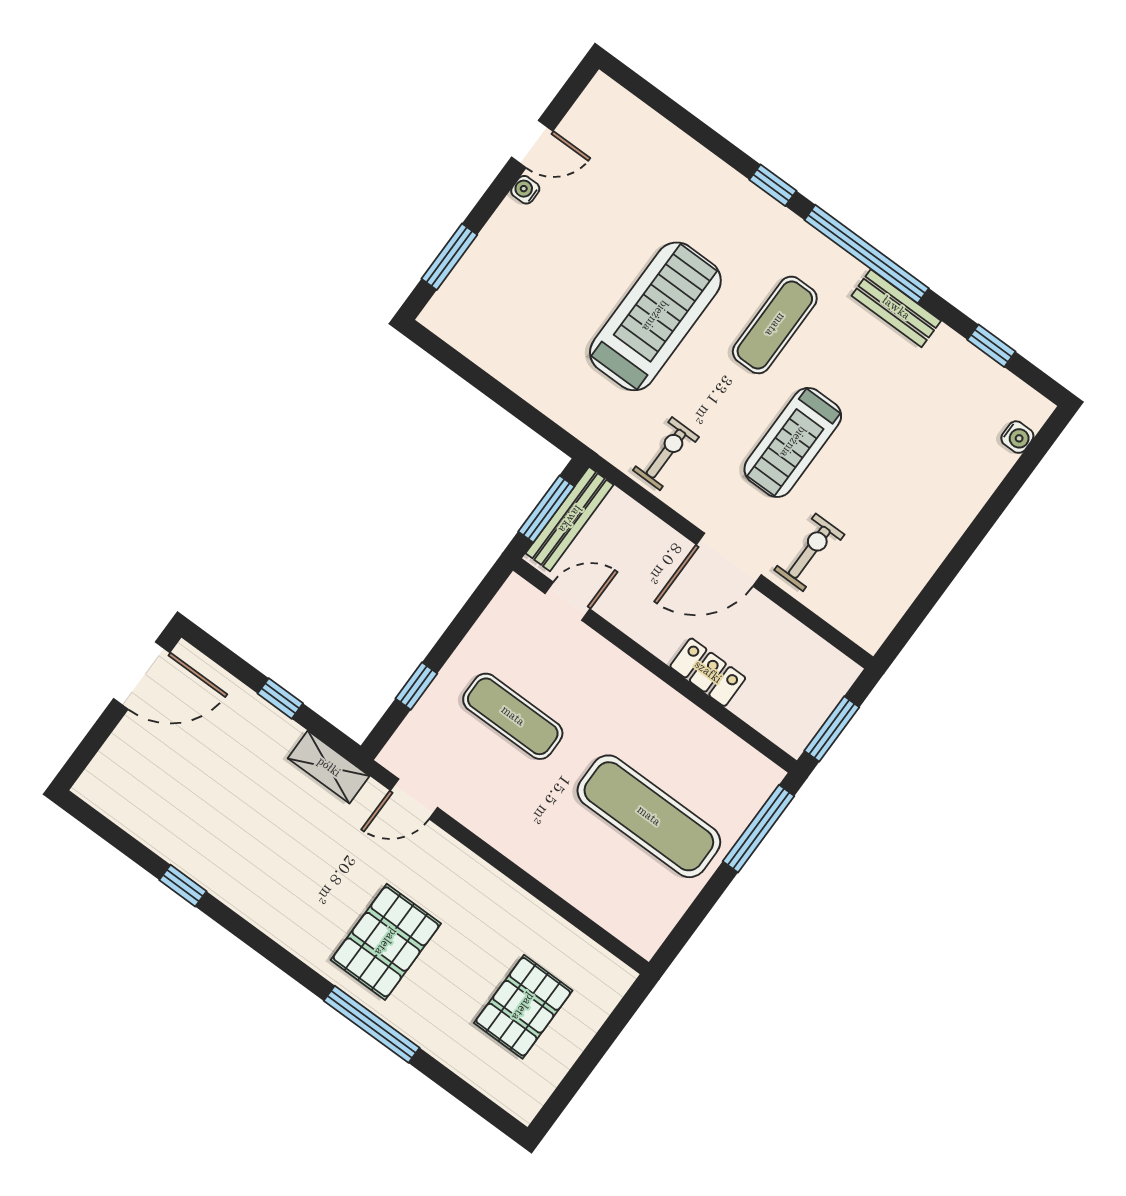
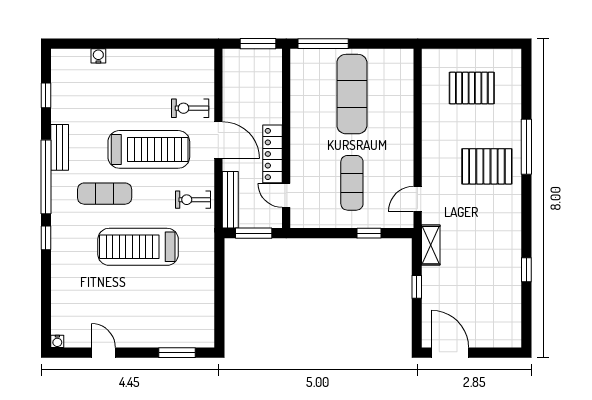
water cooler: (525, 190) -> (57, 341), moved
water cooler: (1017, 437) -> (98, 56), moved
treadmill: (793, 442) -> (149, 149), width x1.37, depth x1.38
bench: (570, 519) -> (230, 200), moved, turned 90
locker: (708, 672) -> (273, 154), moved, width x1.53
door: (414, 799) -> (418, 199), swing flipped

